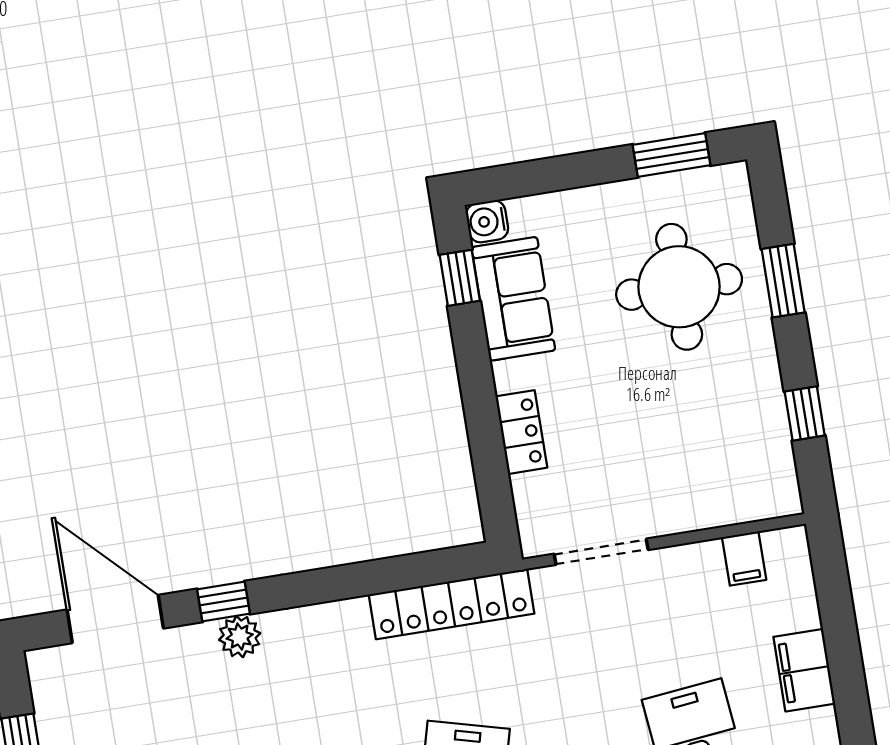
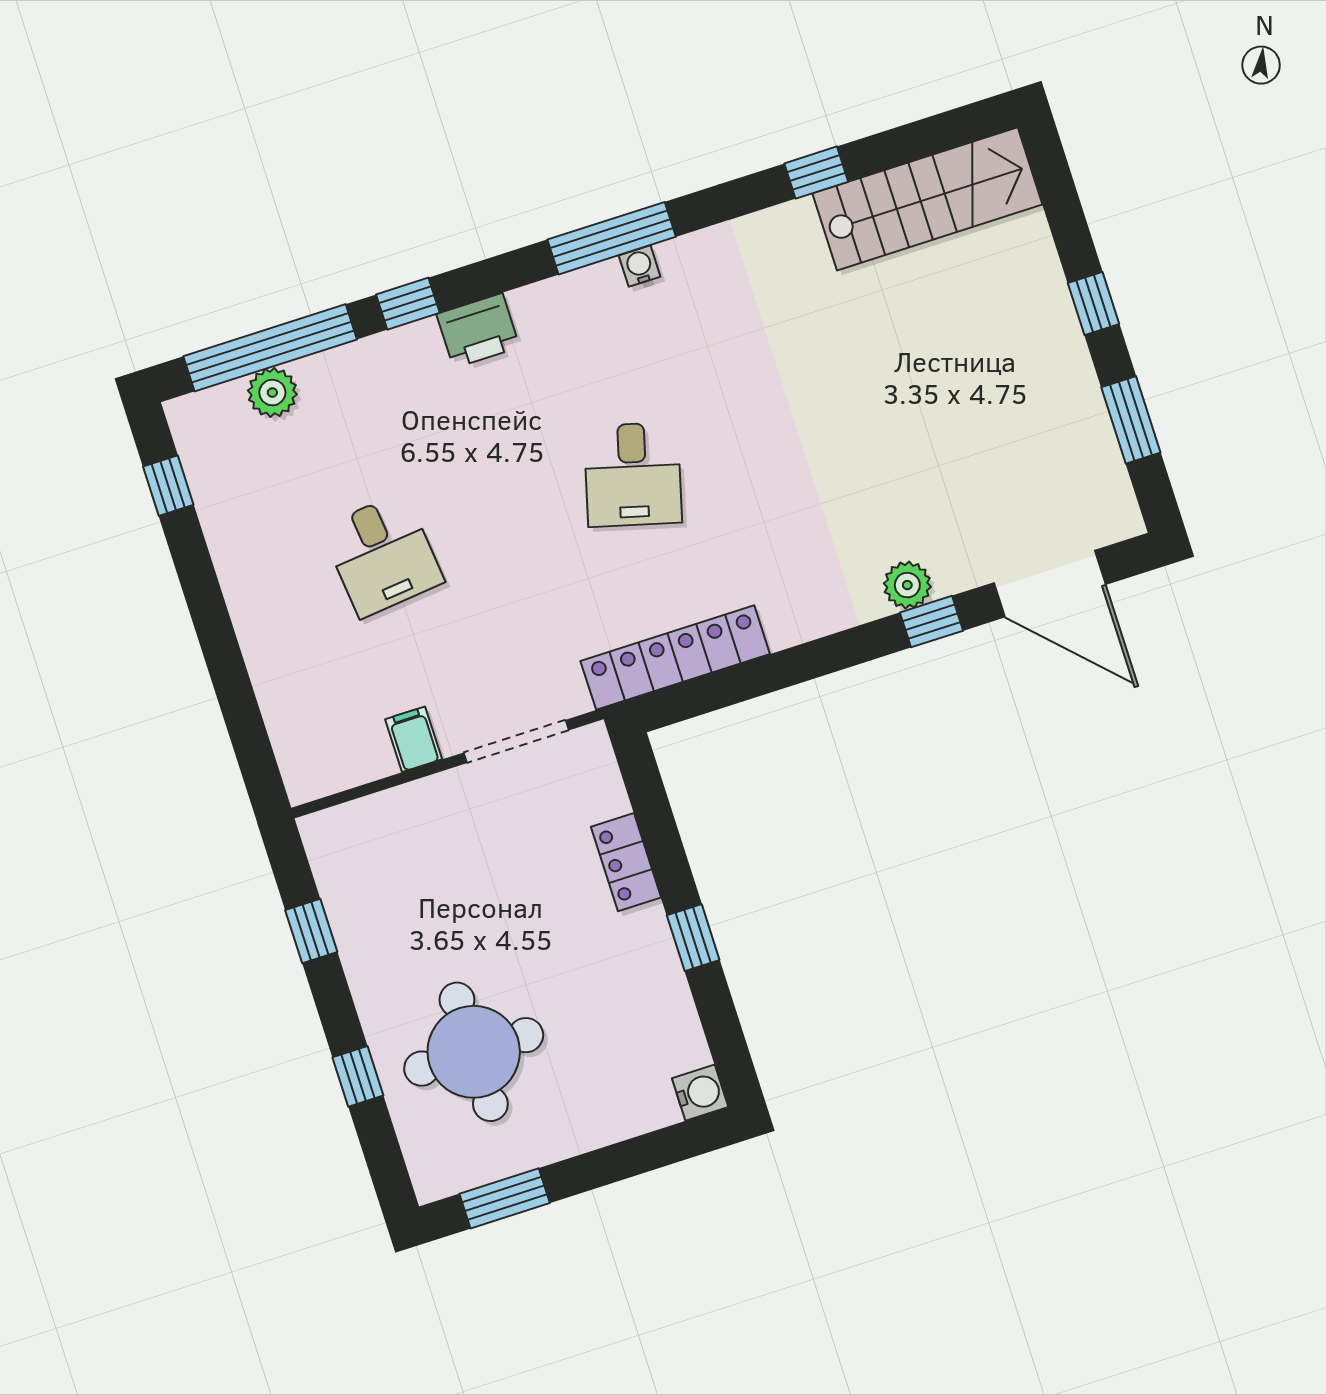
window: (460, 278) -> (693, 938), moved
window: (783, 281) -> (358, 1076), width x0.67
sofa: (513, 299) -> (658, 1010), removed
filing cabinet: (744, 559) -> (414, 739), moved
filing cabinet: (804, 670) -> (268, 643), removed

